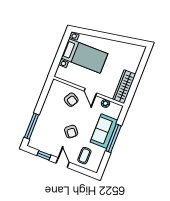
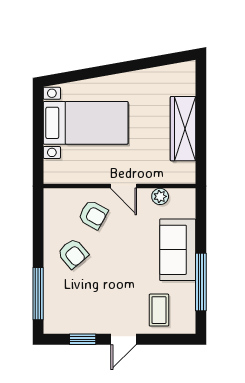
wardrobe: (124, 87) -> (183, 129), moved
armchair: (71, 132) -> (73, 253), moved
window: (113, 138) -> (201, 282), moved
door: (63, 163) -> (123, 339), swing flipped

